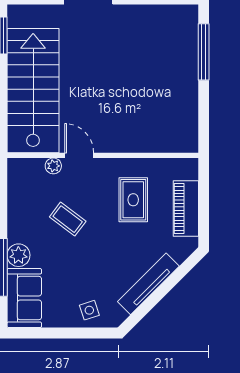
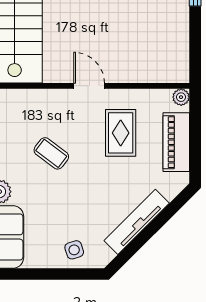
door: (79, 155) -> (89, 86), moved
plant: (53, 166) -> (181, 97), moved

